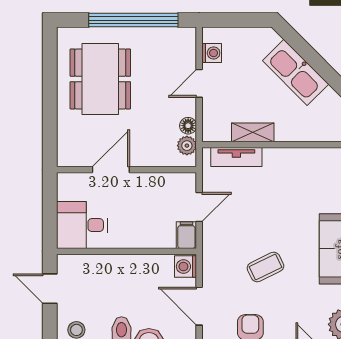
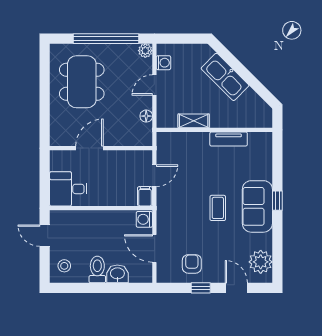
plant: (187, 146) -> (145, 51), moved
tv unit: (236, 157) -> (229, 139), moved
coffee table: (265, 267) -> (218, 208), moved, turned -64

